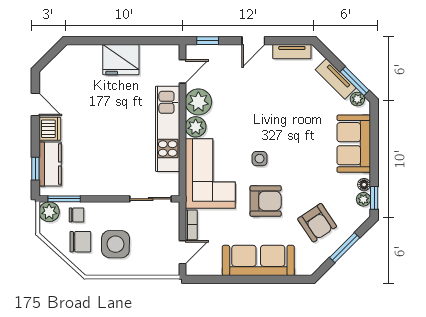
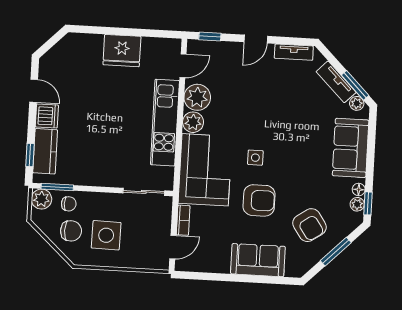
sofa: (258, 260) -> (258, 260), width x0.73

